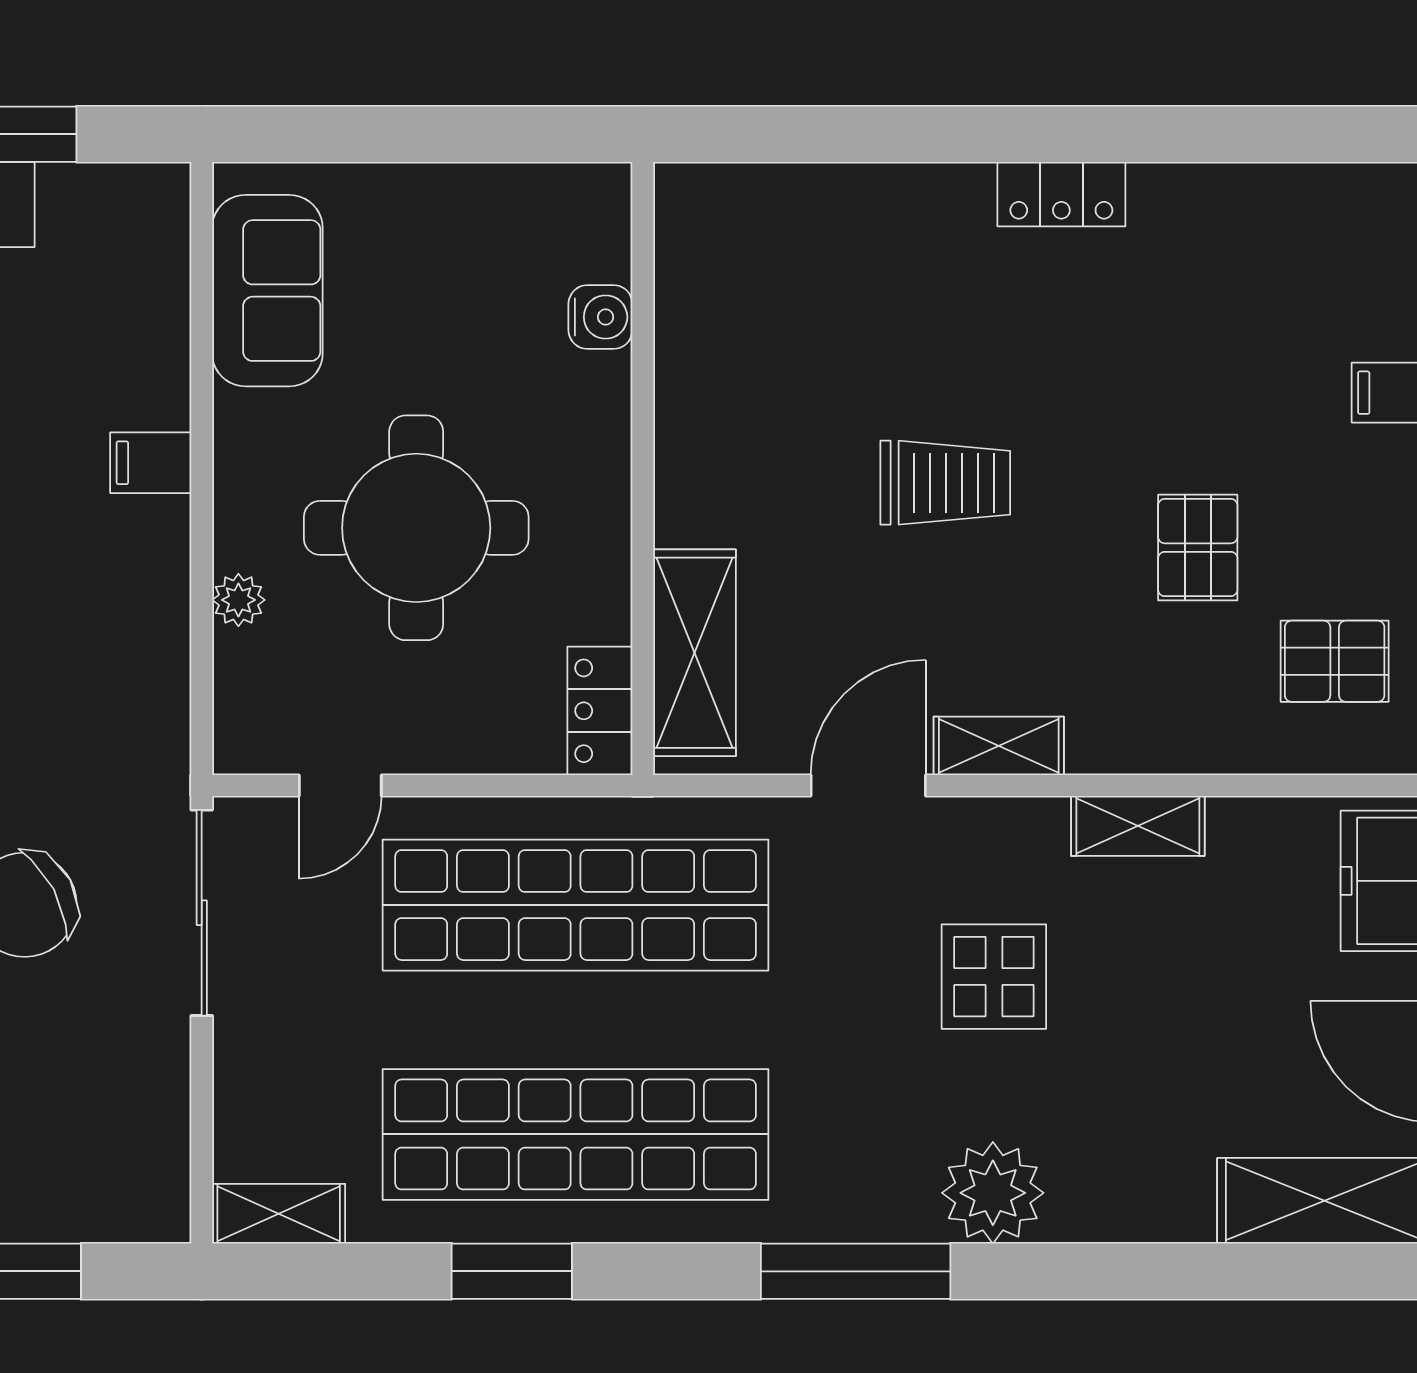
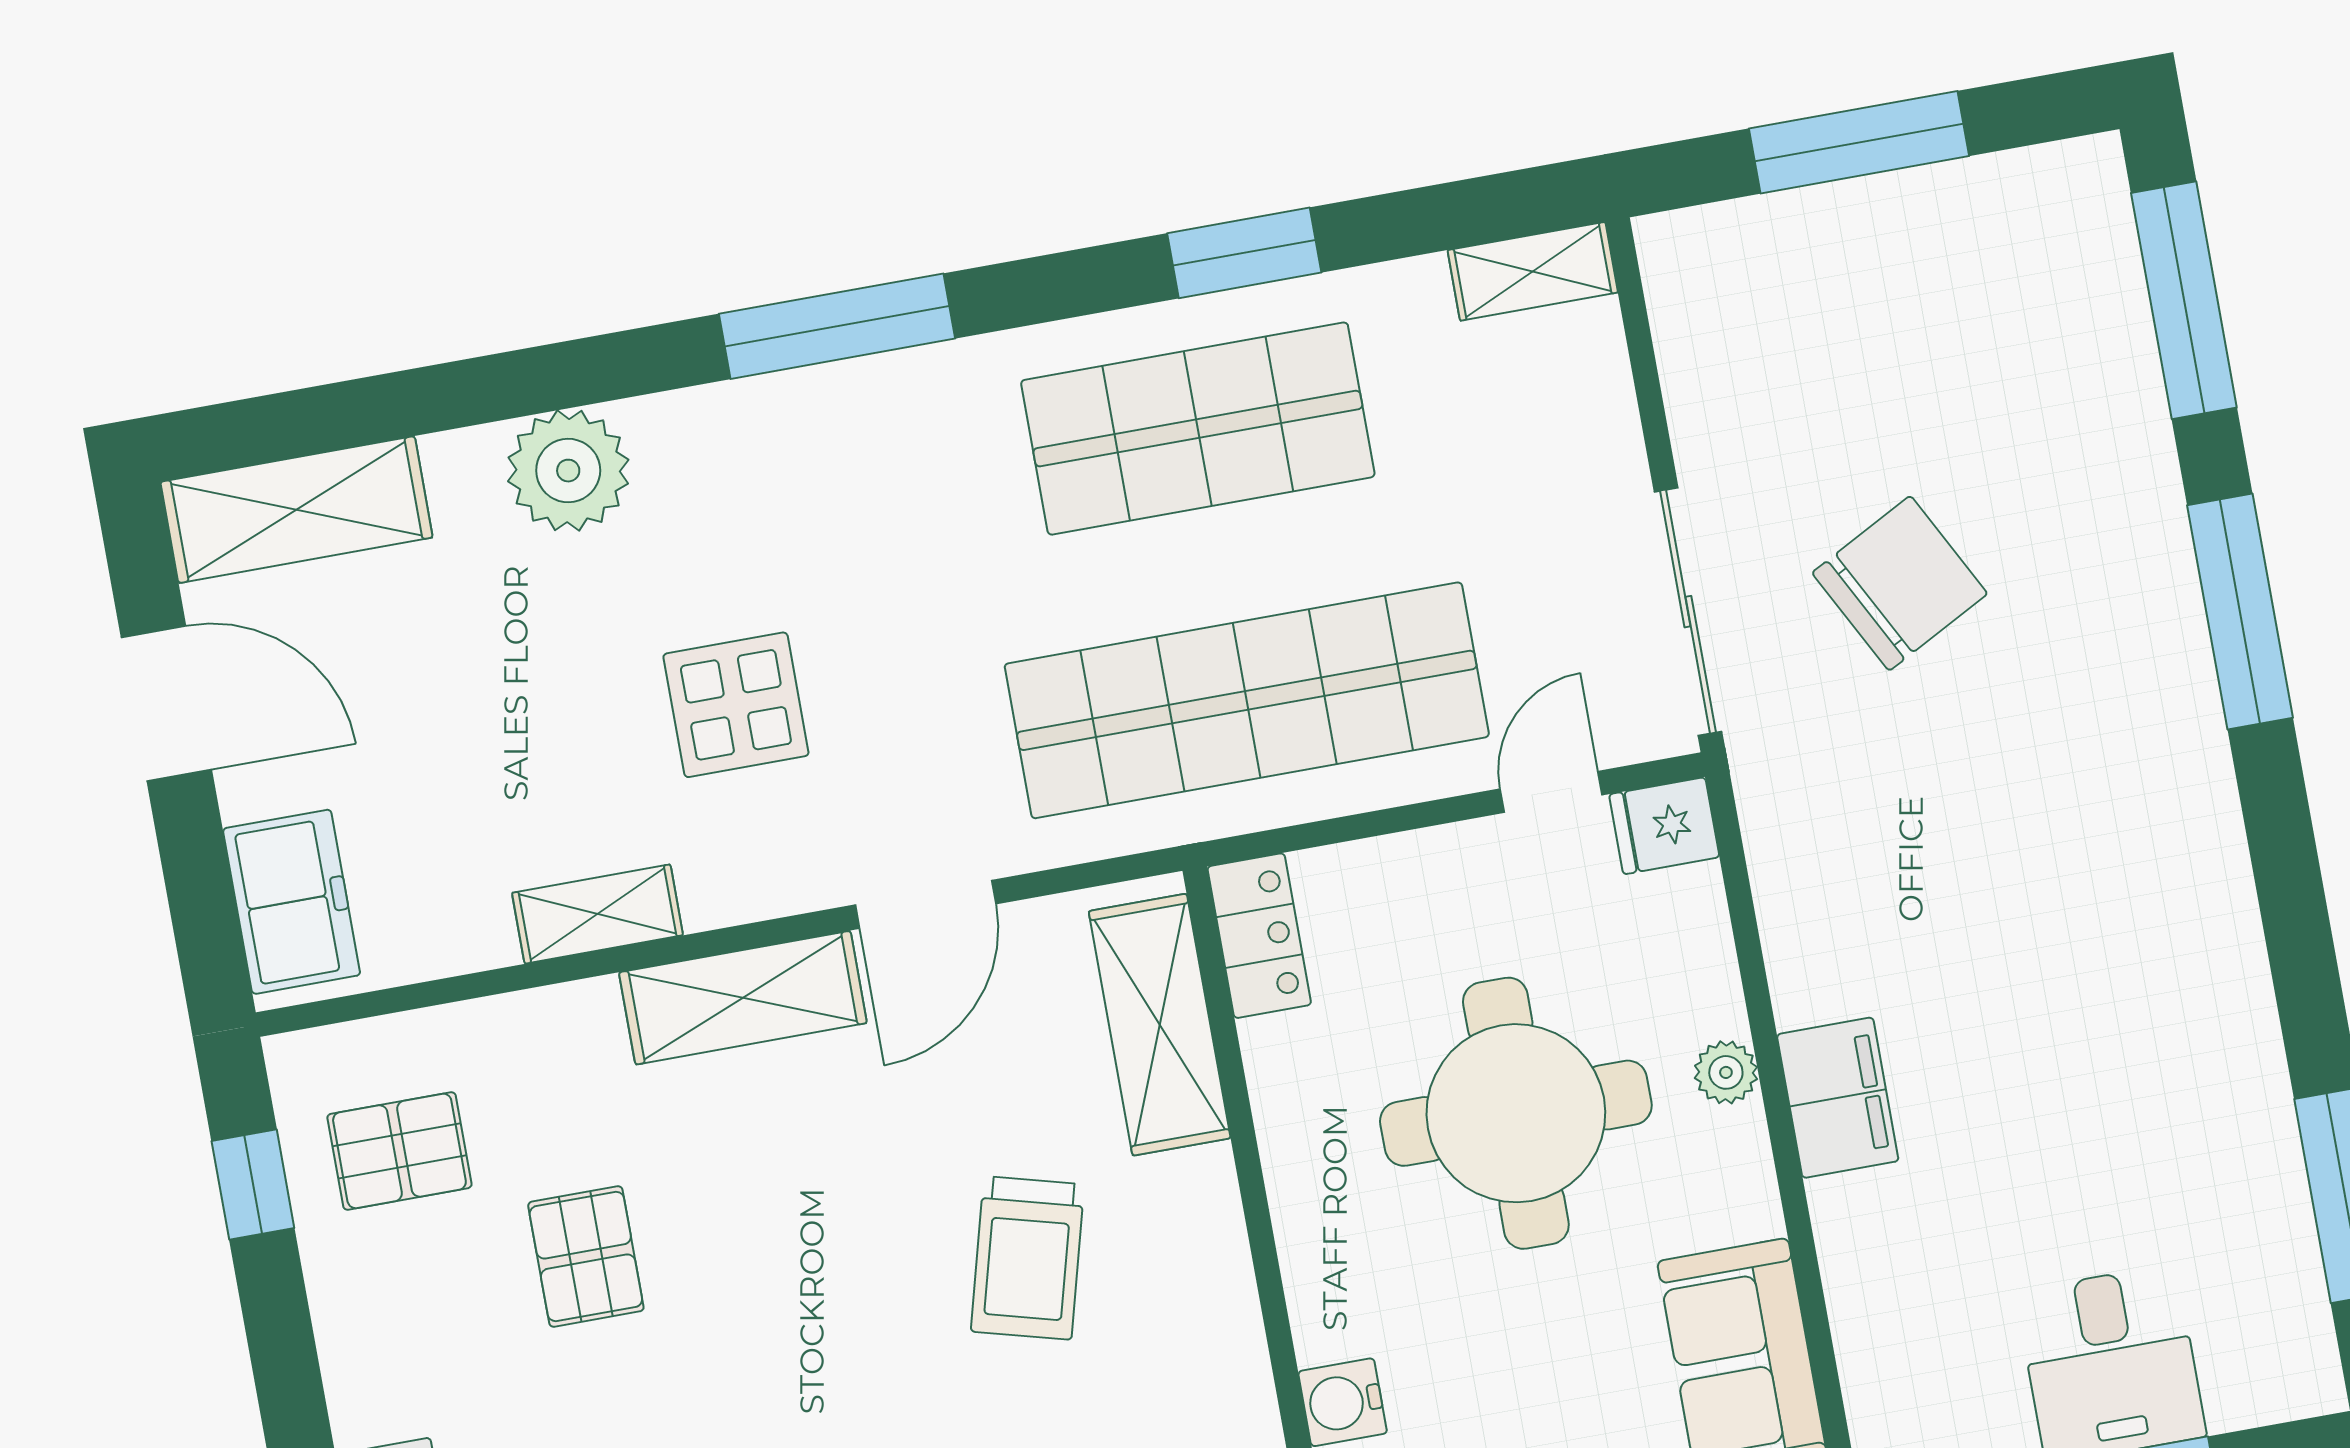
filing cabinet: (151, 463) -> (1838, 1098), width x2.00
trolley: (945, 483) -> (1028, 1258), moved, turned -75
plant: (238, 600) -> (1726, 1072), moved
fridge: (253, 741) -> (1664, 826), added
shelving: (999, 746) -> (743, 998), width x1.50, depth x1.33
shop shelf: (576, 1134) -> (1198, 429), width x0.71
plant: (993, 1193) -> (568, 471), moved

